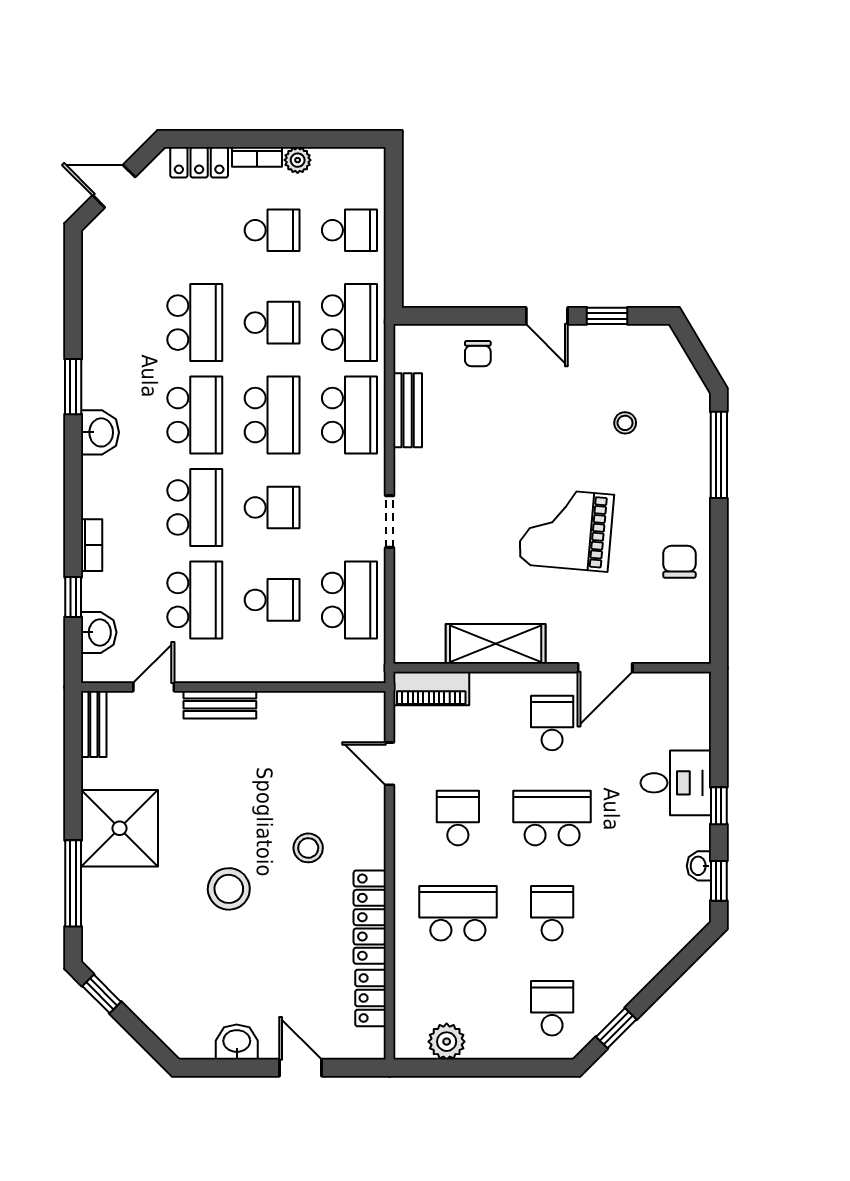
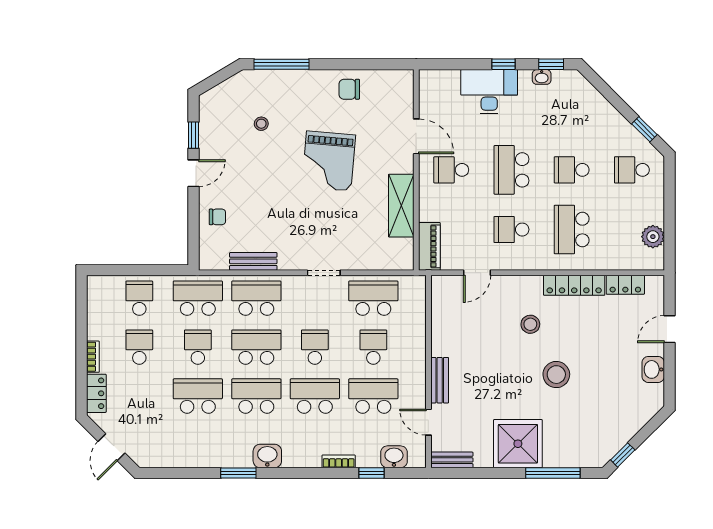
plant: (298, 160) -> (95, 331), removed
desk: (676, 783) -> (489, 92), width x1.37

